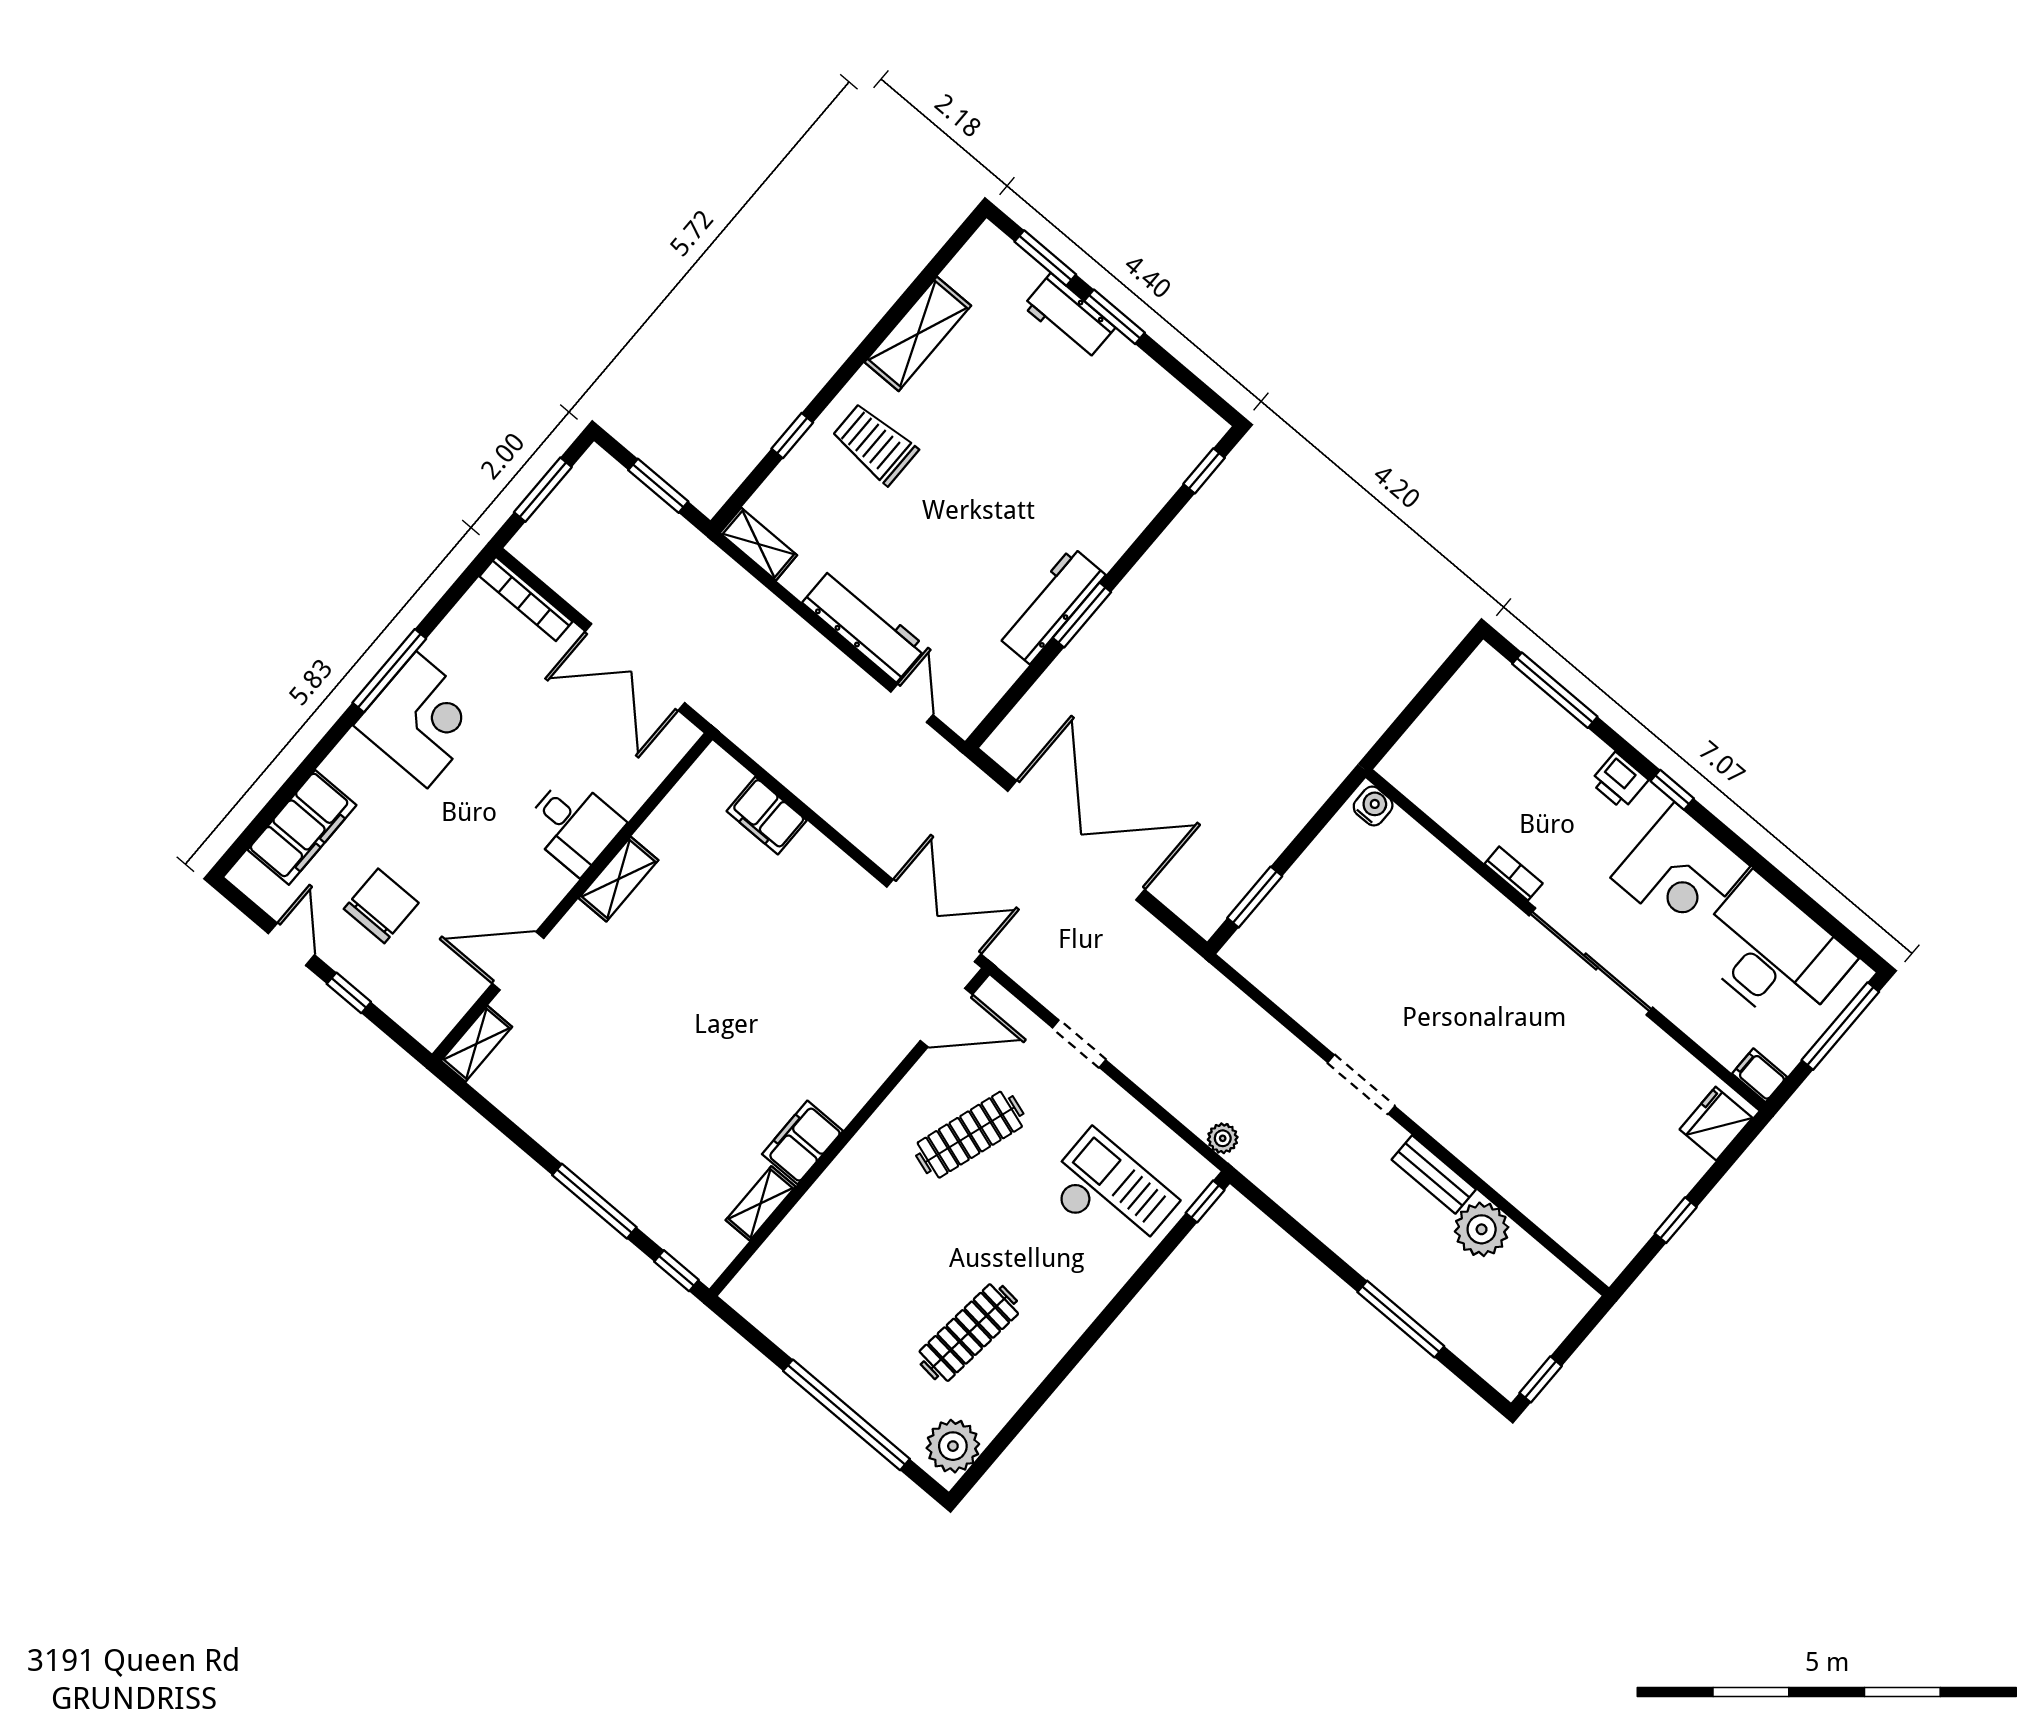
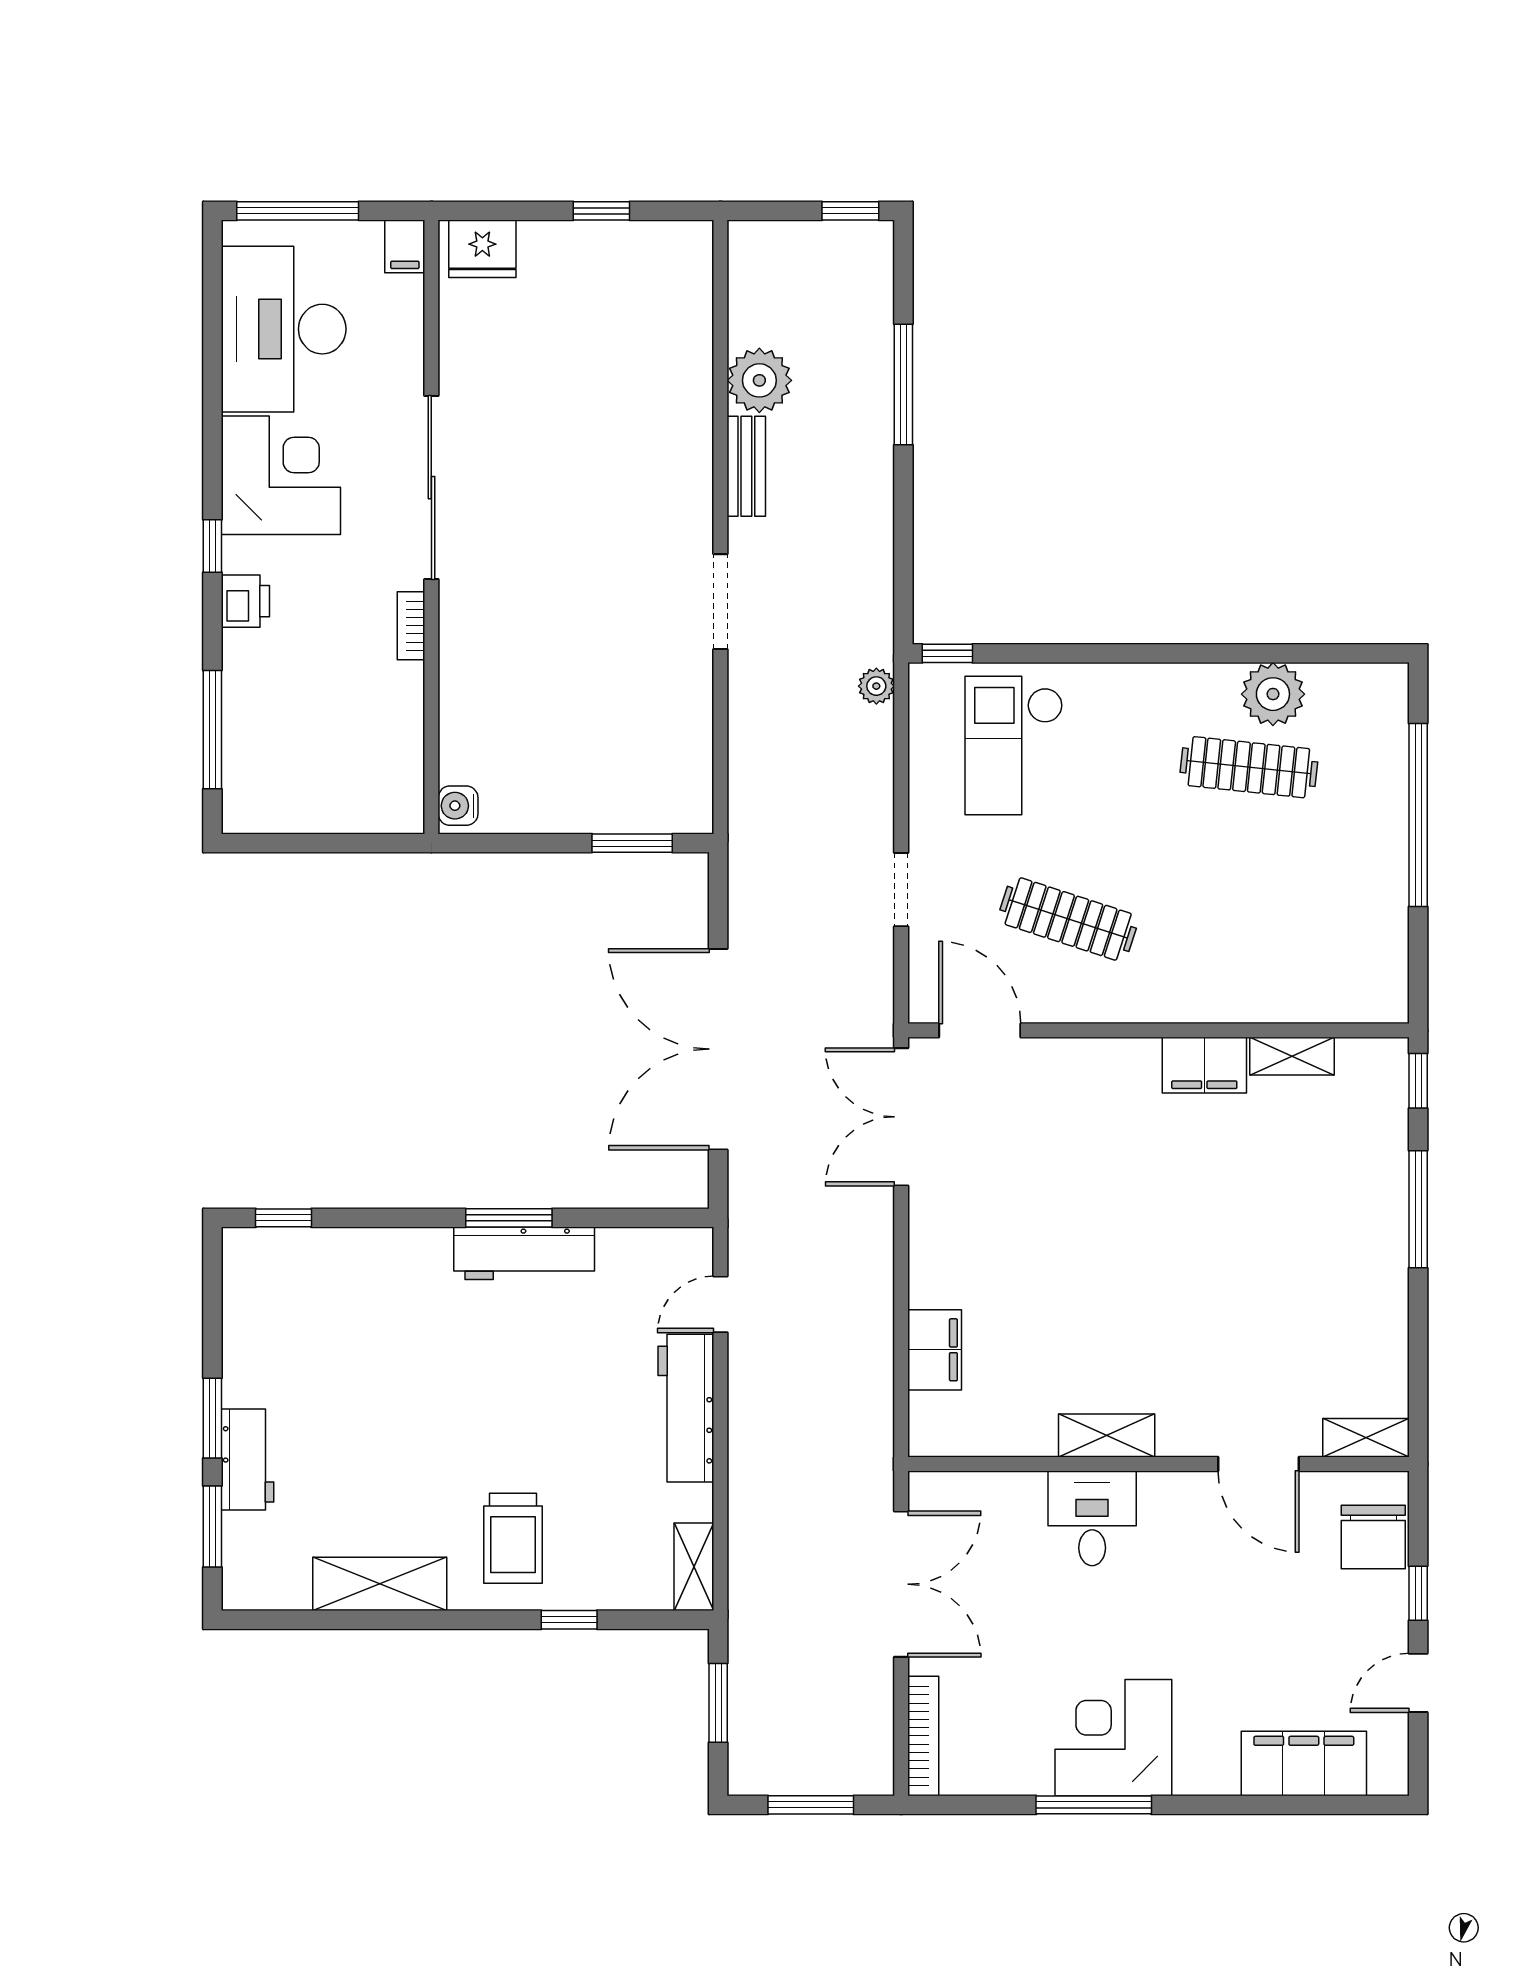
chair: (381, 906) -> (1373, 1537), moved, turned -90
plant: (953, 1446) -> (1273, 694), moved

